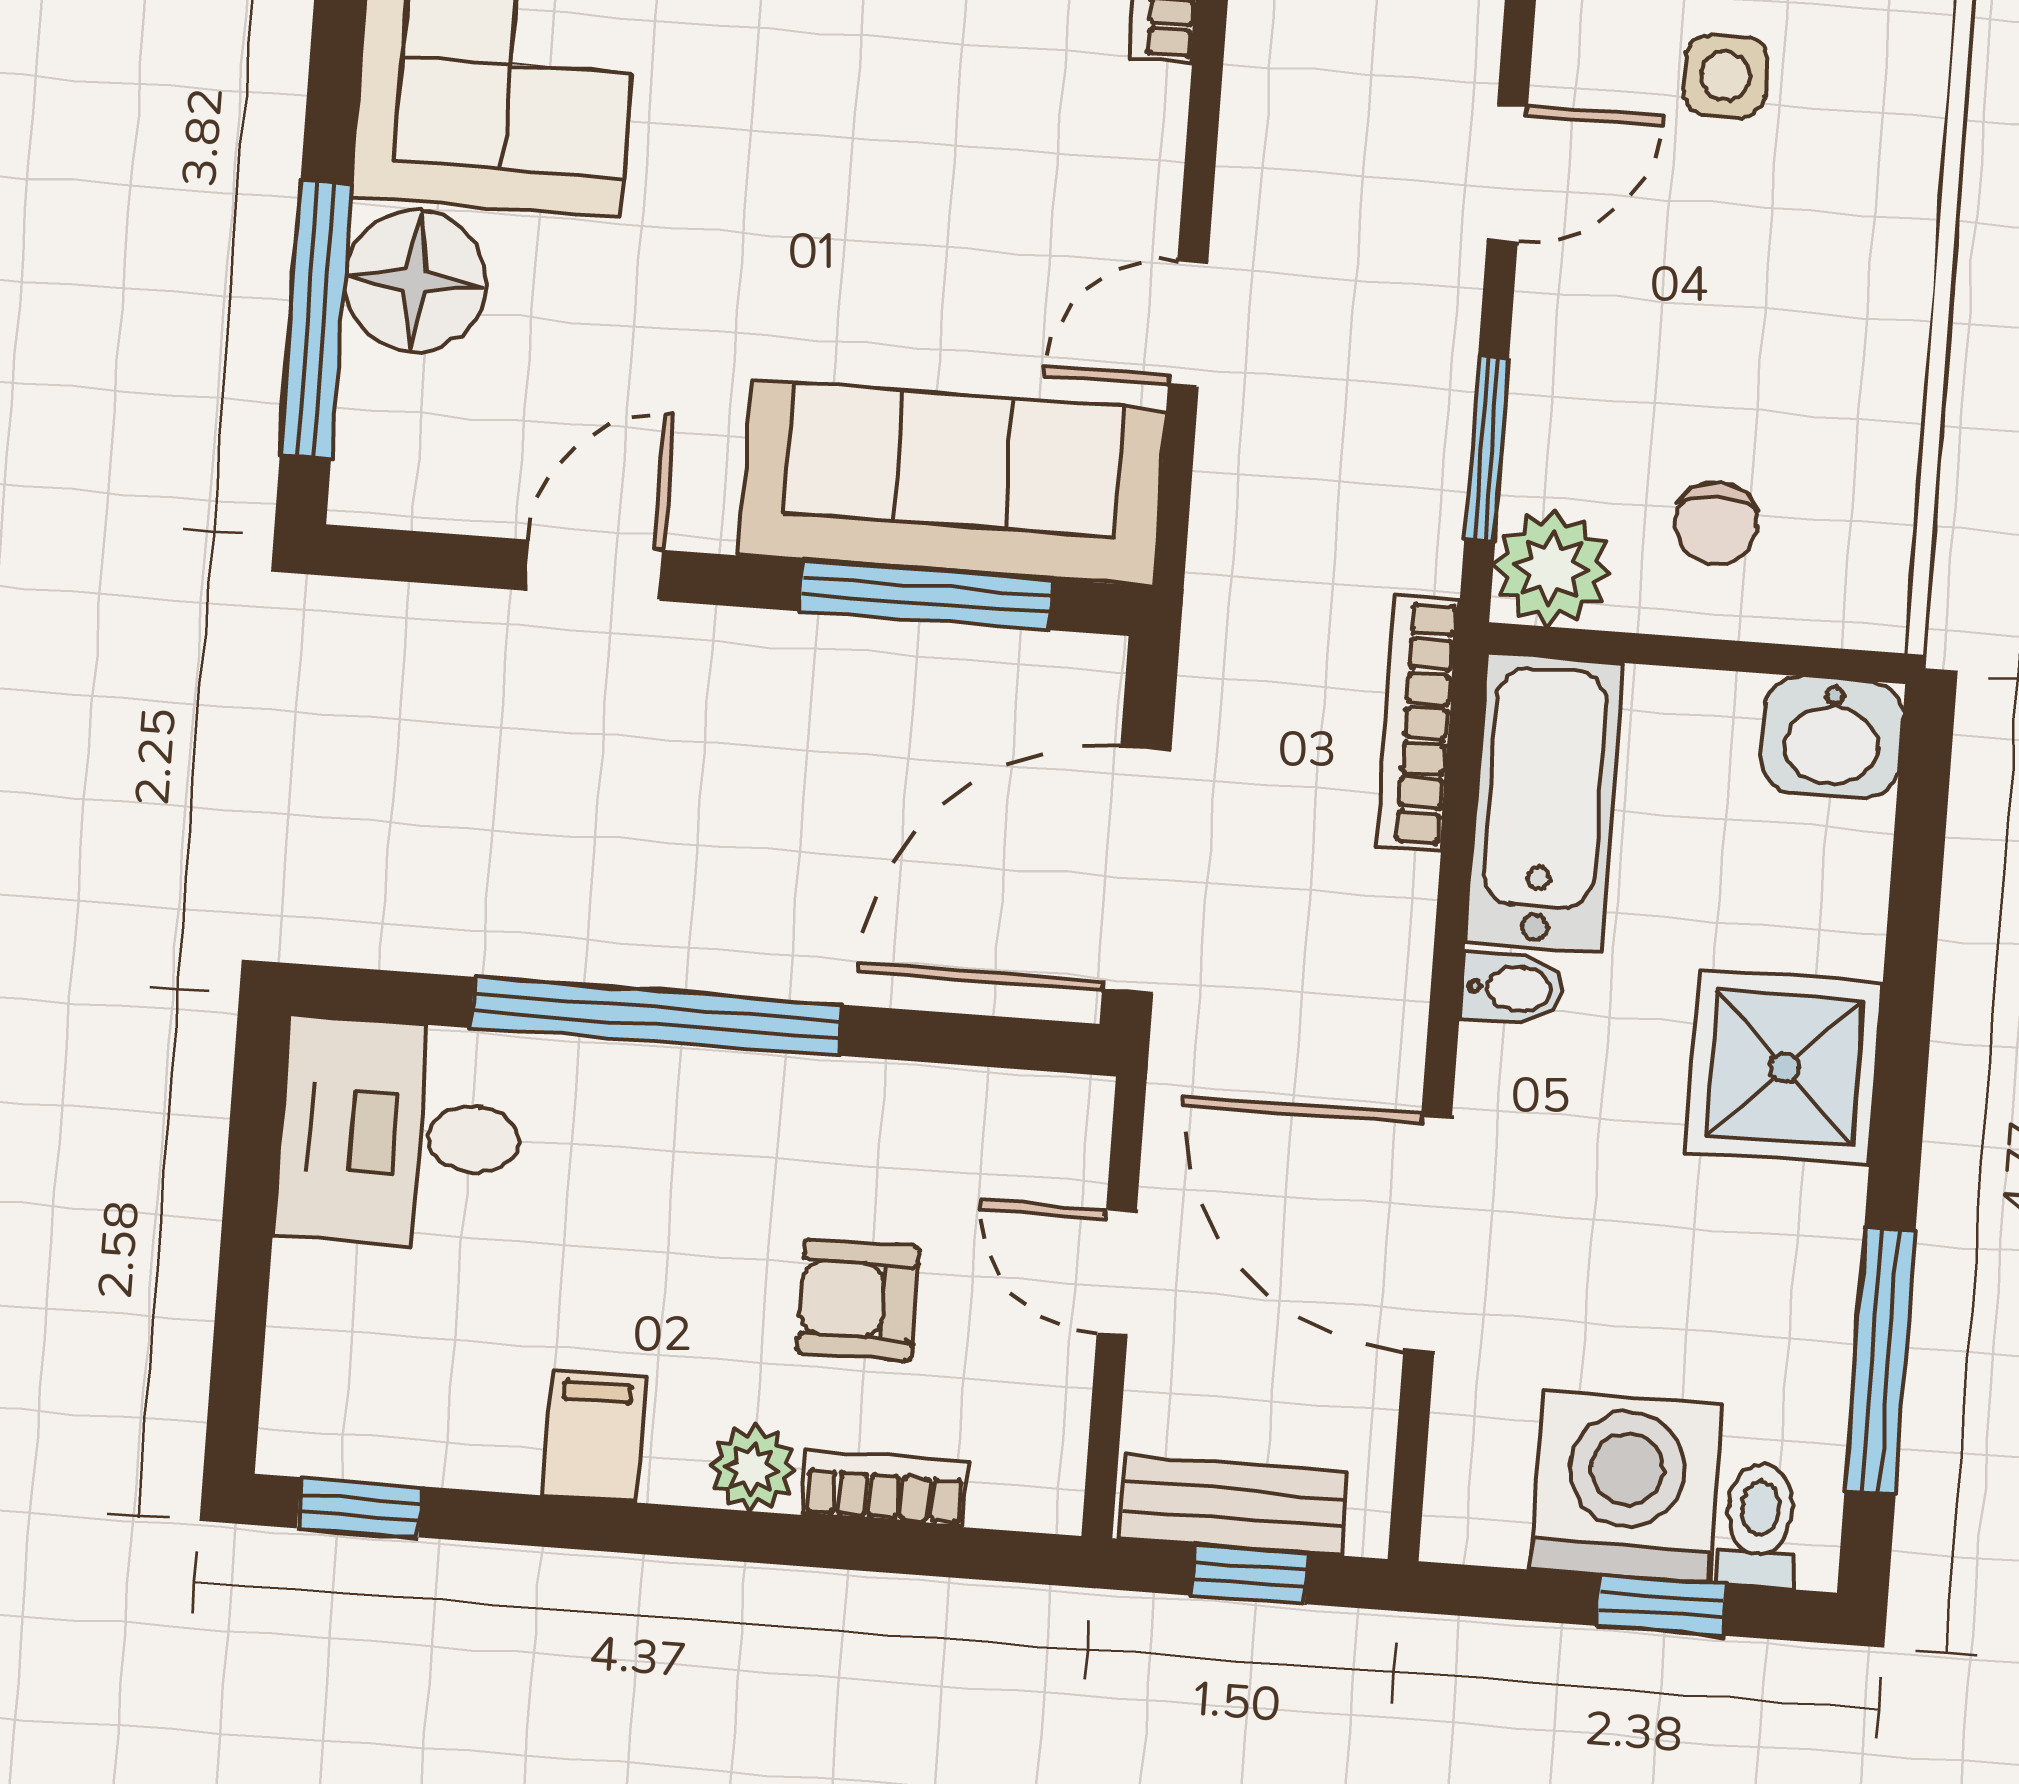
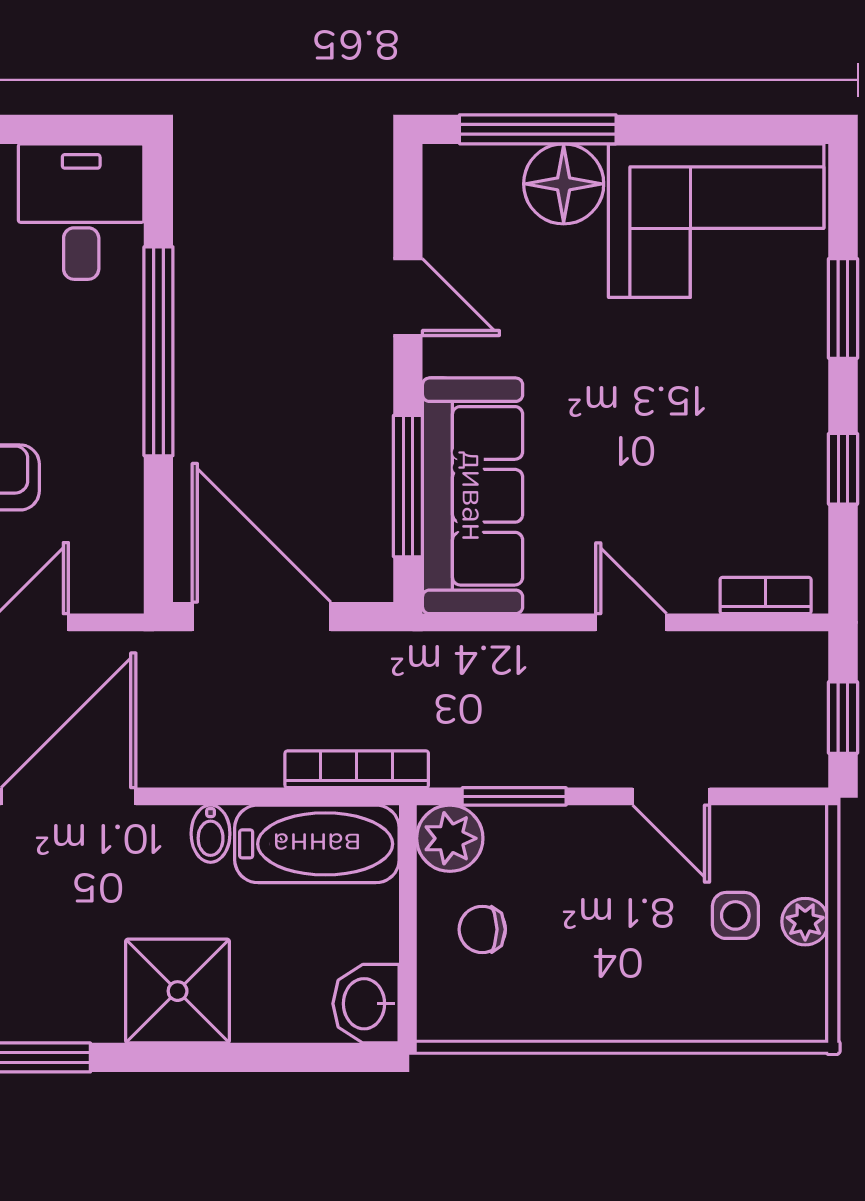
door: (1188, 323) -> (631, 622), moved

